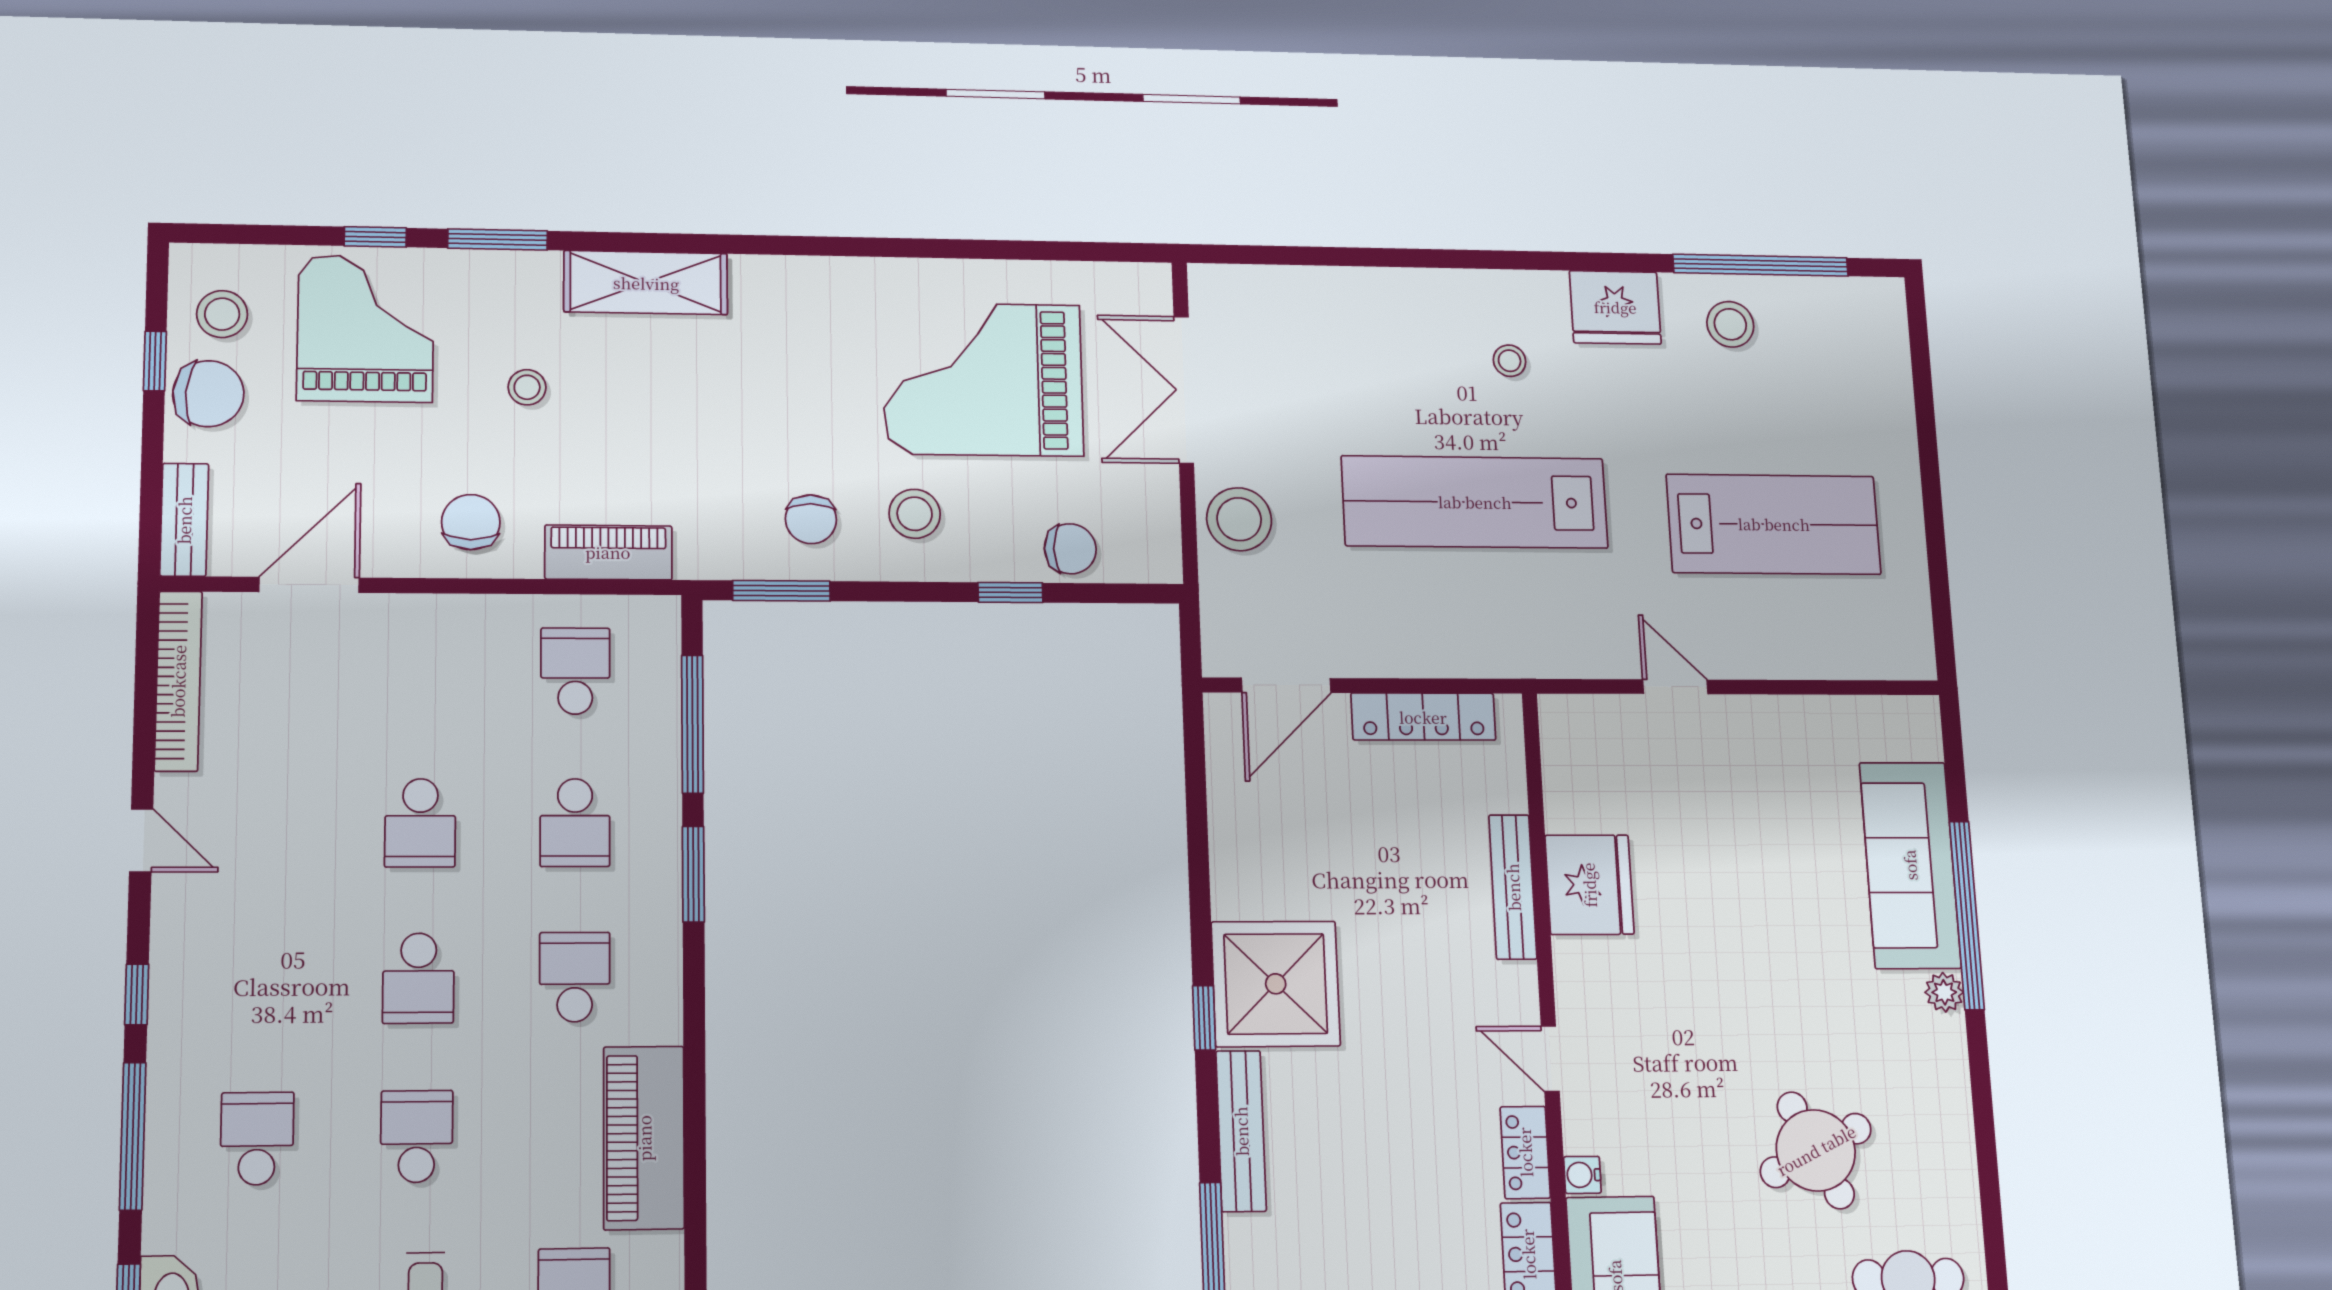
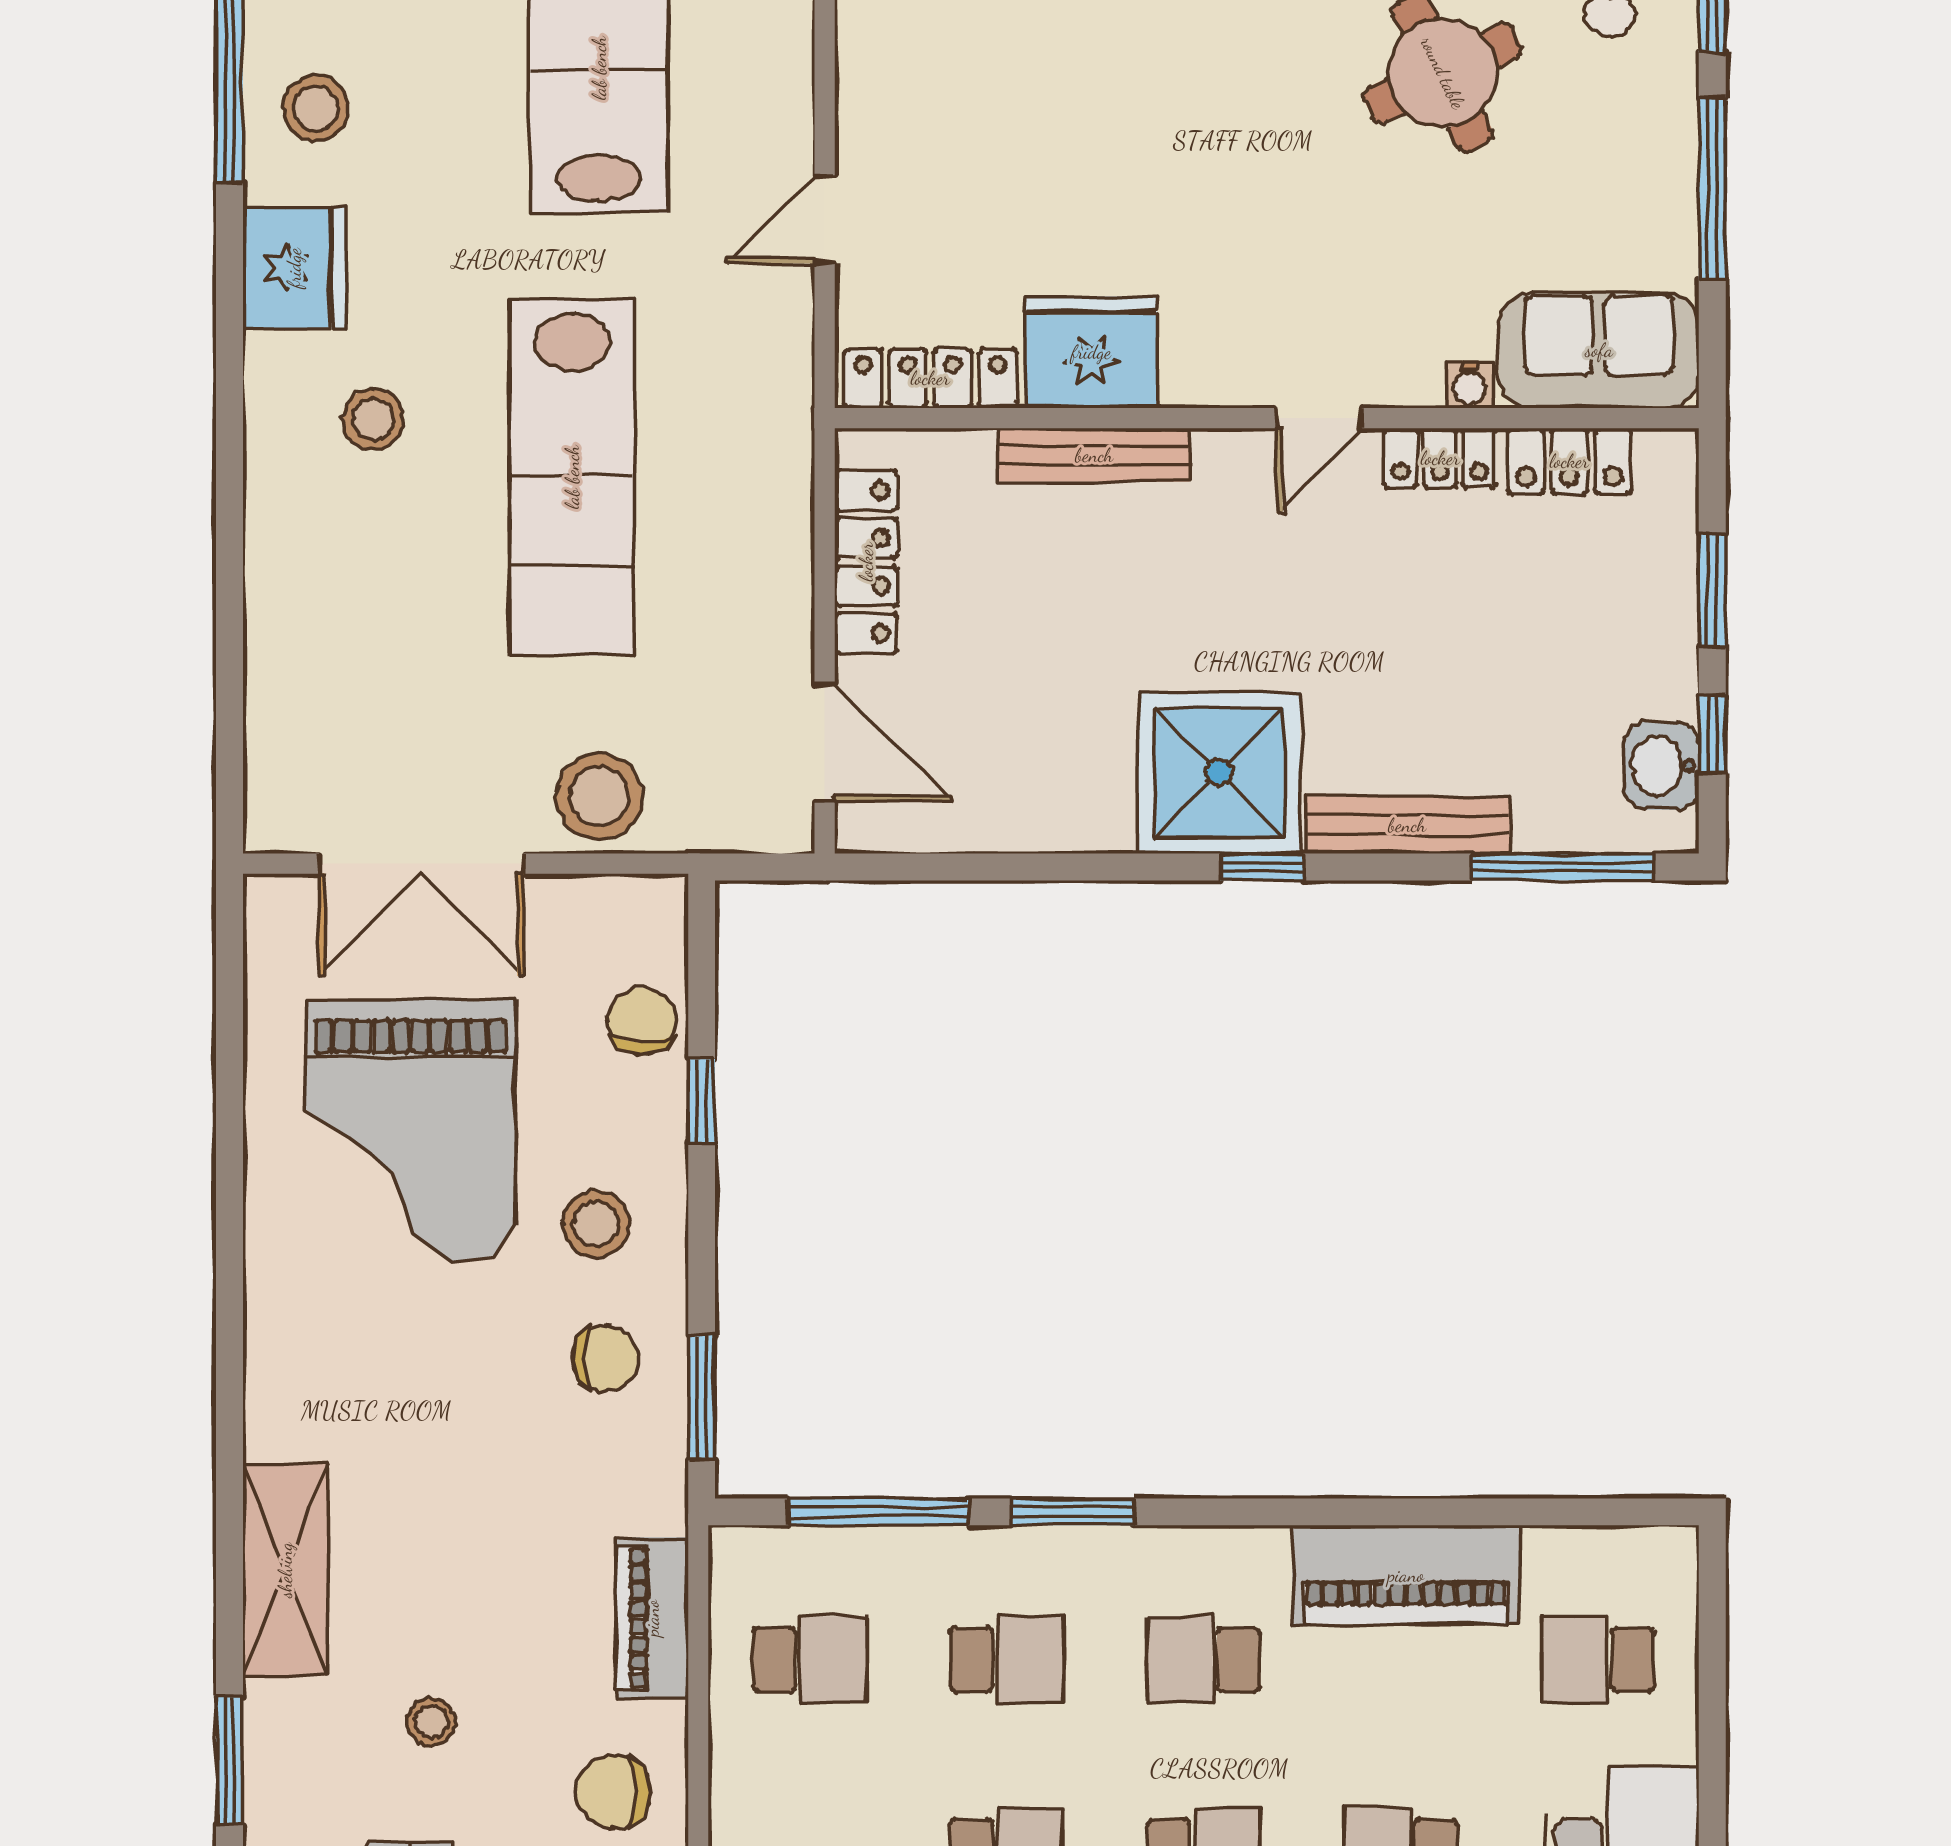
stool: (1510, 361) -> (373, 419), width x1.37, depth x1.37
school desk: (575, 671) -> (809, 1660), turned 180
locker: (1563, 764) -> (930, 378), added

